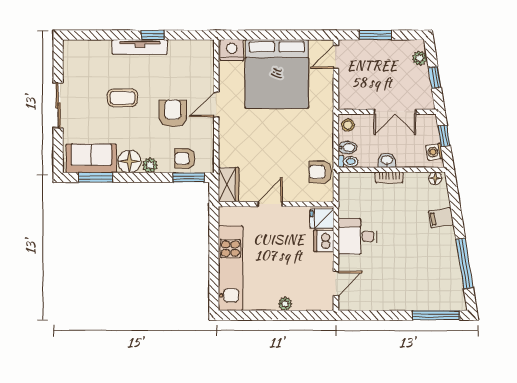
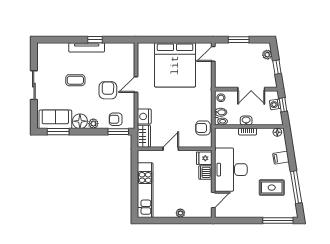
nightstand: (232, 50) -> (144, 116), moved, turned -90
washing machine: (434, 152) -> (275, 104), moved
desk: (357, 236) -> (231, 170), width x1.87, depth x1.30
rug: (427, 264) -> (272, 188), added

